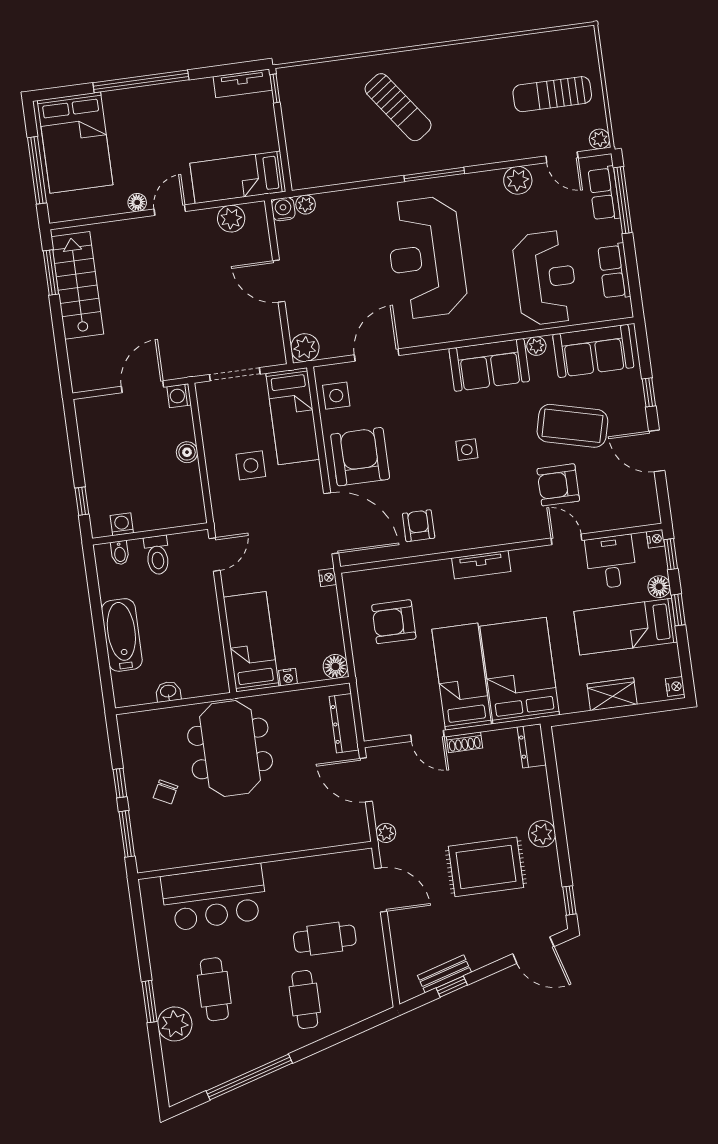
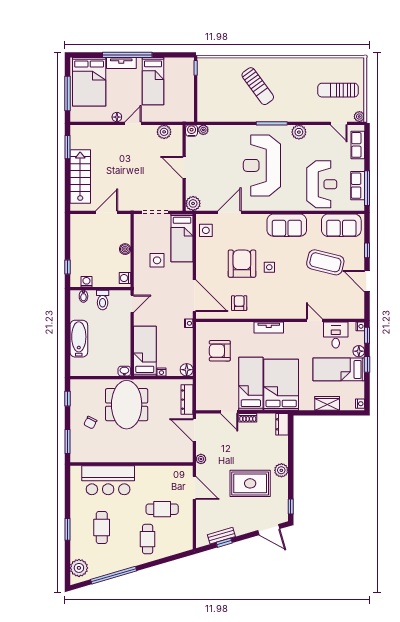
tv unit: (243, 83) -> (121, 63), moved
bed: (238, 177) -> (153, 81), moved, turned -90
plant: (518, 180) -> (299, 132), moved
window: (623, 200) -> (367, 188), moved
stairs: (77, 285) -> (80, 177), moved
plant: (536, 346) -> (312, 219), removed
washing machine: (179, 396) -> (125, 278), moved
armchair: (360, 457) -> (242, 264), moved
armchair: (558, 485) -> (314, 292), removed
washbasin: (168, 692) -> (124, 371), moved
window: (120, 783) -> (67, 399), moved
plant: (175, 1024) -> (79, 568), moved

